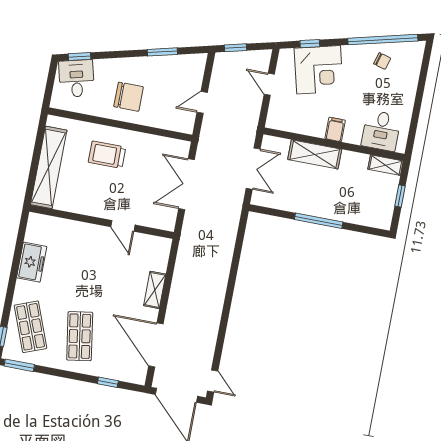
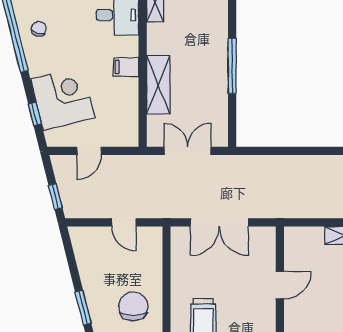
window: (162, 52) -> (83, 308), moved

